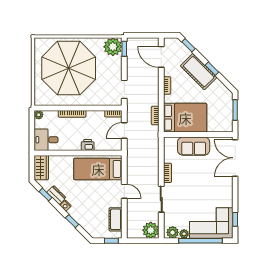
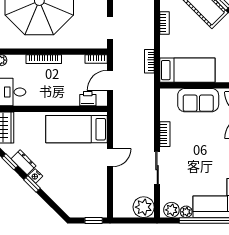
bed: (185, 118) -> (187, 70), width x0.67
printer: (88, 145) -> (88, 99), moved
door: (124, 191) -> (110, 158), hinge flipped
cot: (116, 219) -> (99, 193), removed
window: (72, 221) -> (32, 184), moved

